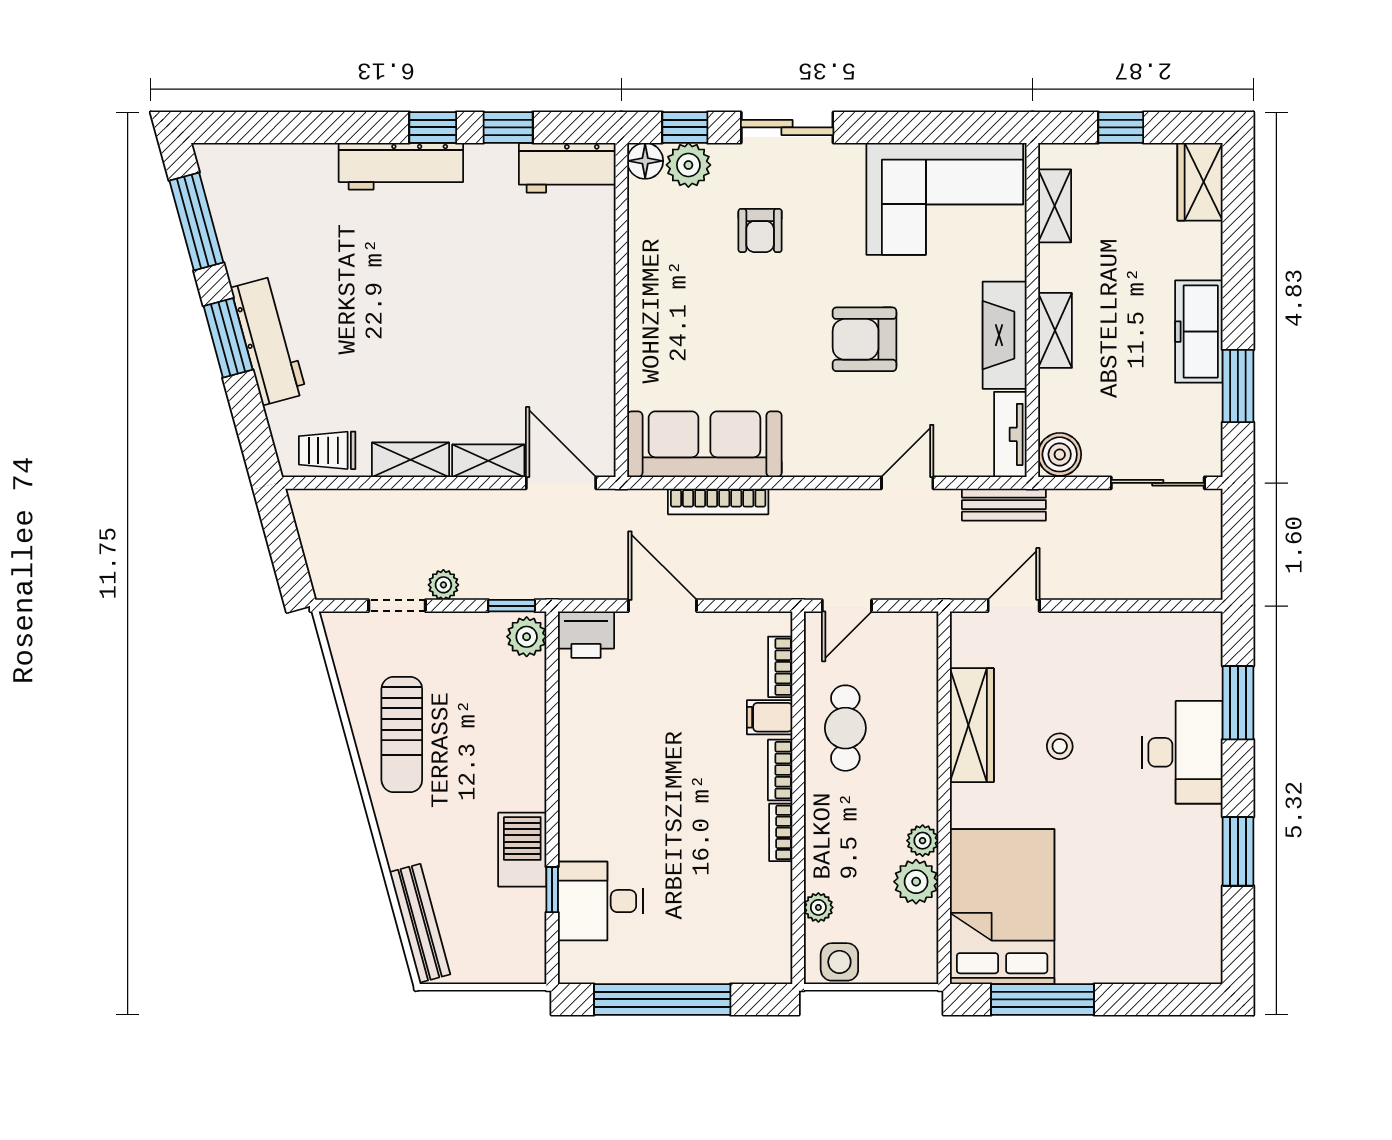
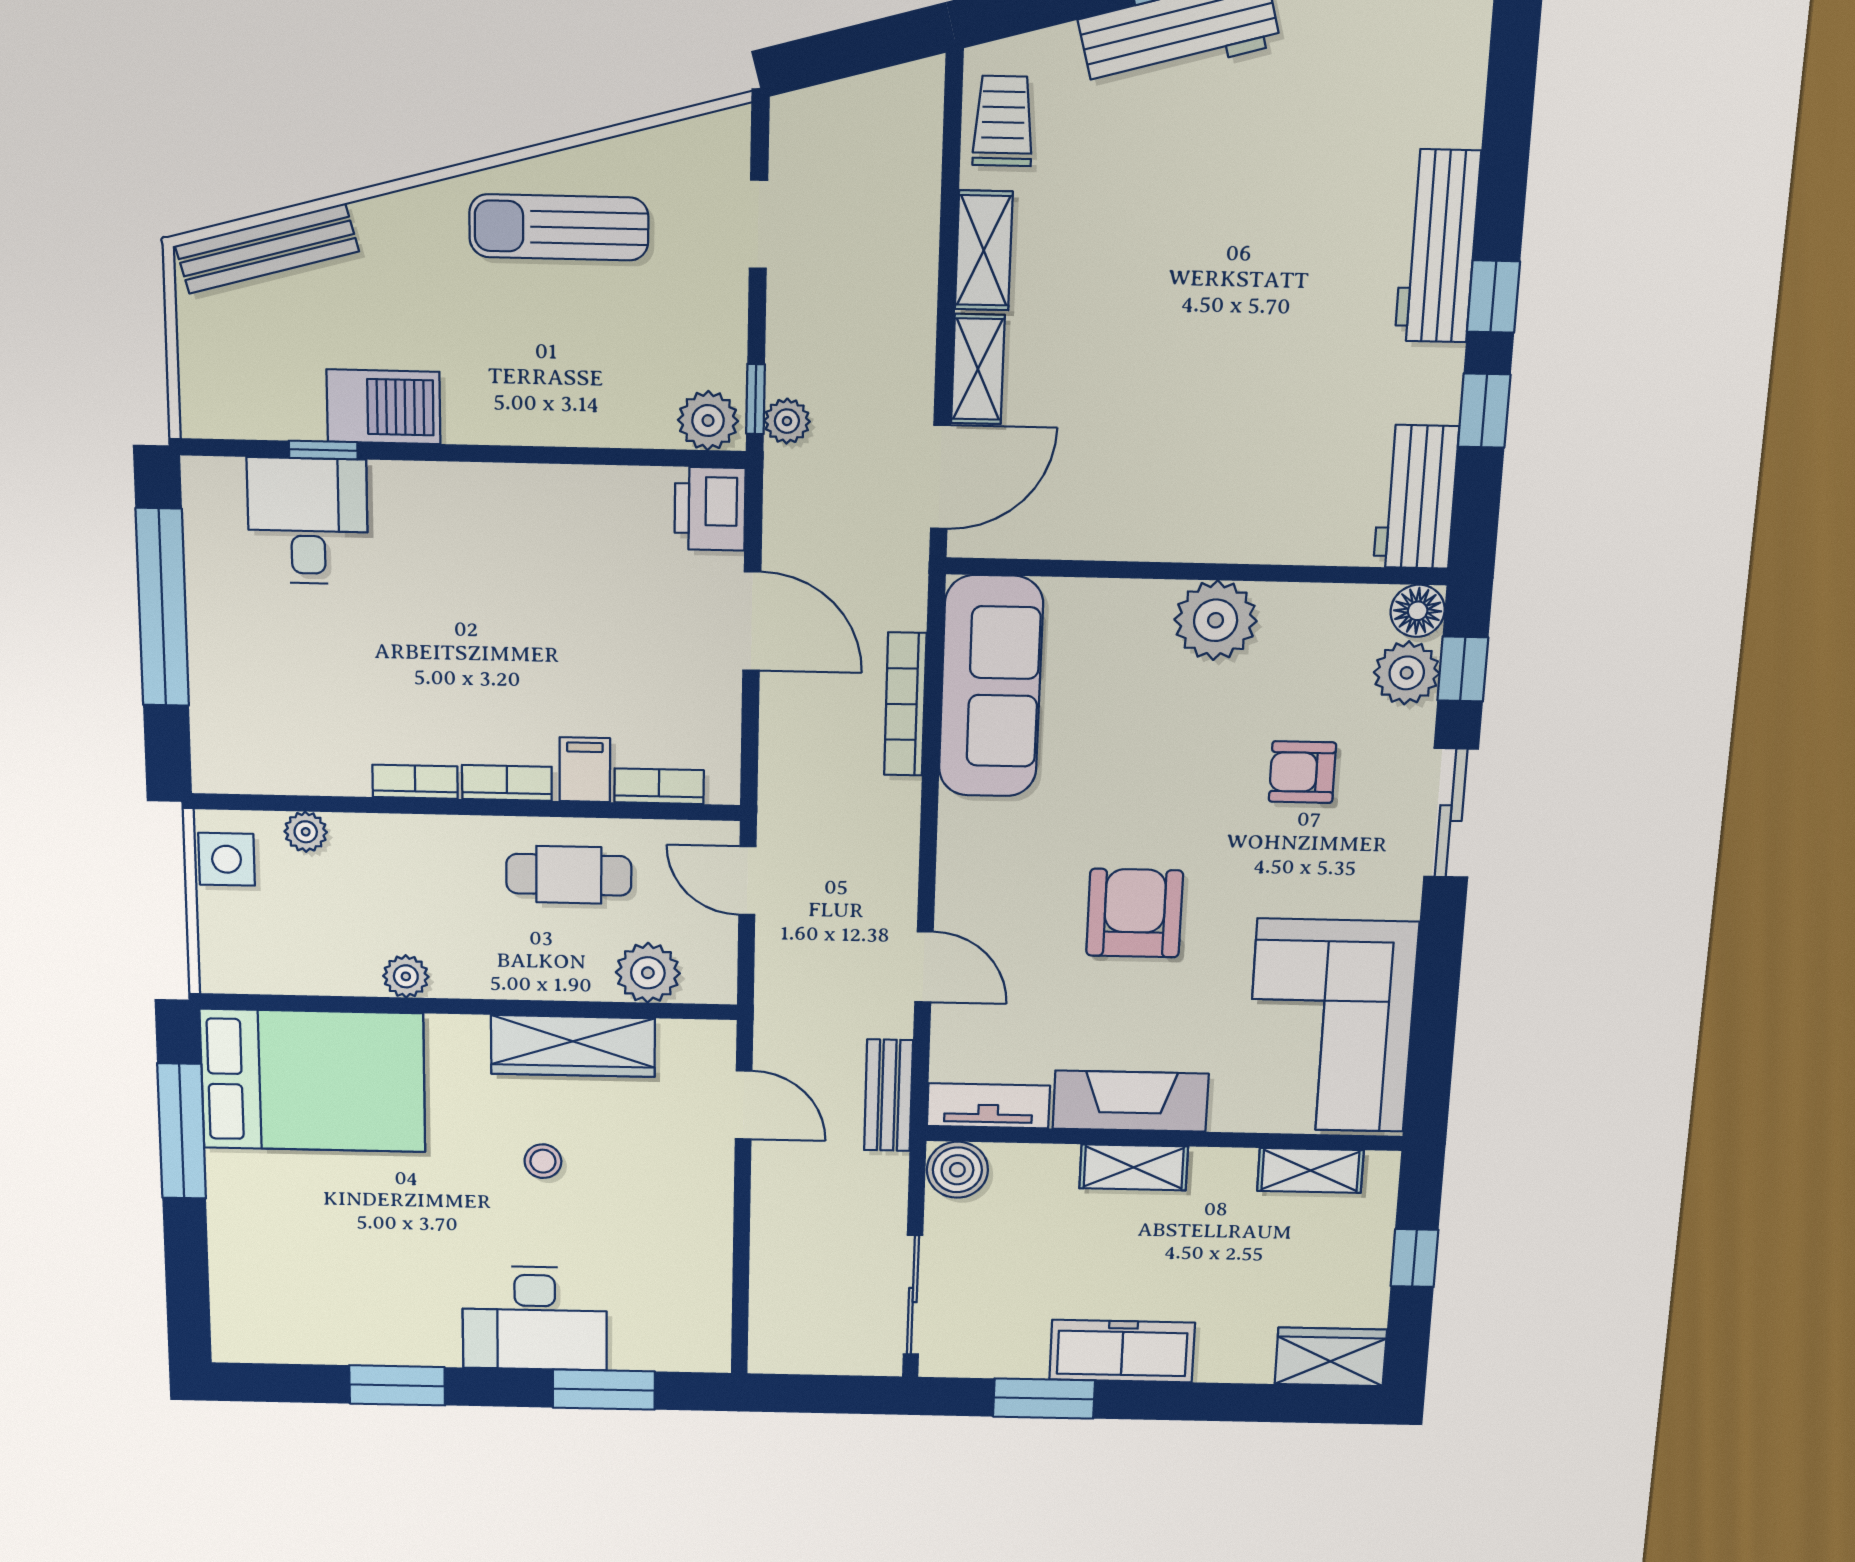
plant: (655, 296) -> (1216, 620), added
plant: (443, 585) -> (787, 421), moved
door: (663, 606) -> (752, 621), hinge flipped
plant: (916, 882) -> (648, 973), moved

